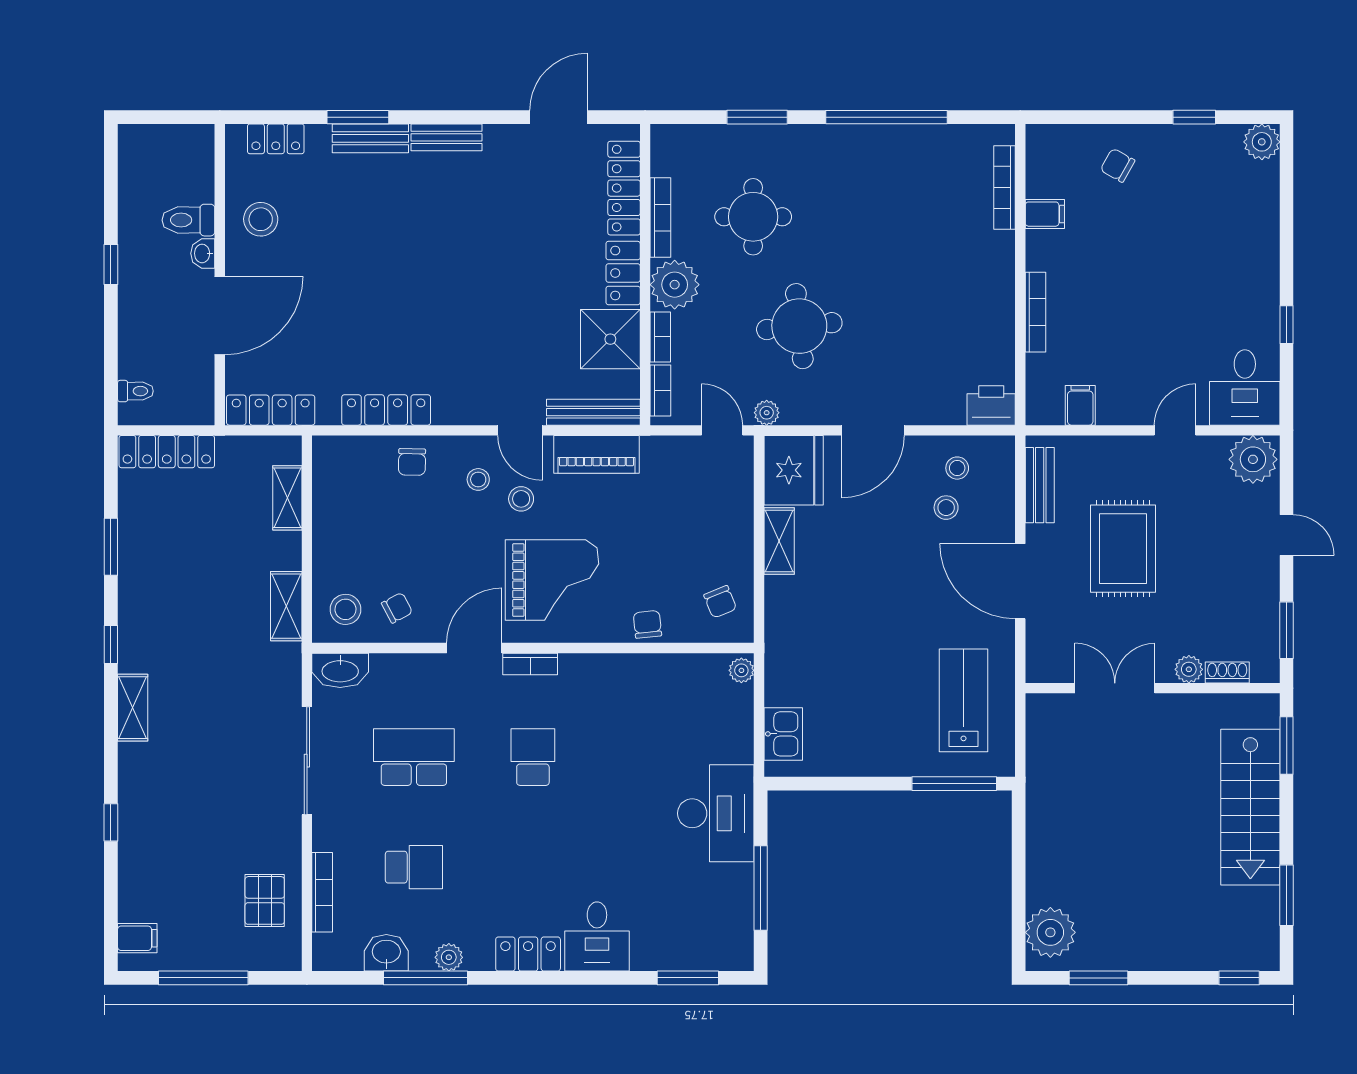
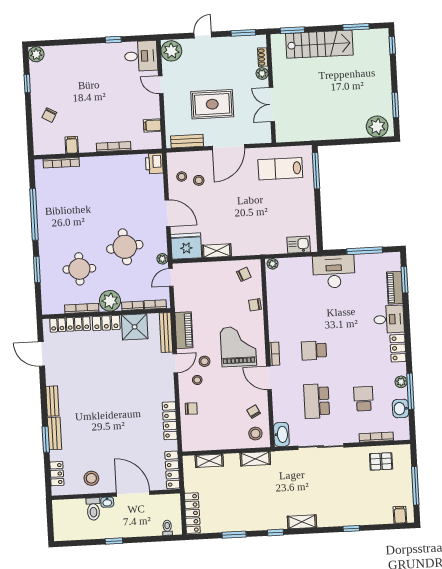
piano: (670, 954) -> (395, 288), added

